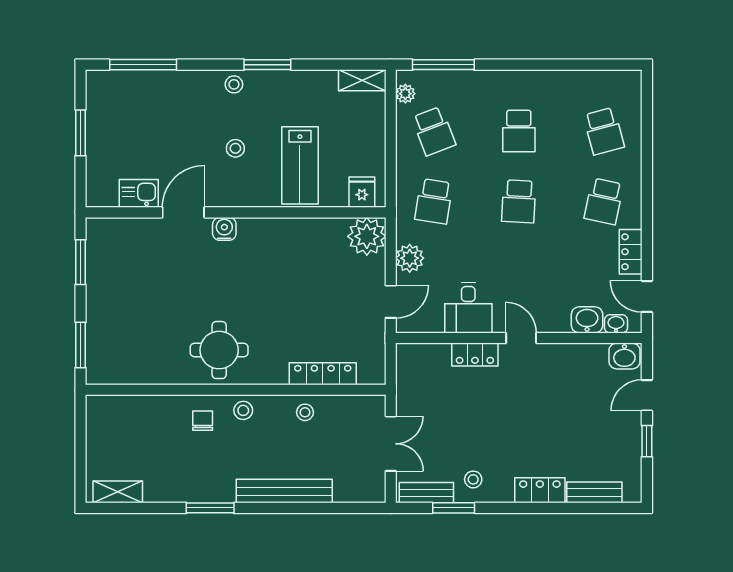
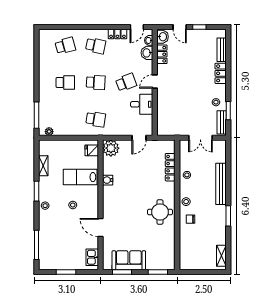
shelving: (362, 80) -> (43, 166), moved
school desk: (434, 131) -> (126, 82), moved
lab bench: (300, 165) -> (80, 177), turned 180
kitchen sink: (139, 193) -> (92, 257), moved
water cooler: (224, 229) -> (108, 180), moved
plant: (410, 258) -> (120, 130), removed
sofa: (108, 278) -> (129, 260), added
door: (391, 302) -> (139, 138), swing flipped
locker: (475, 355) -> (162, 54), moved
double door: (391, 444) -> (200, 138), swing flipped

